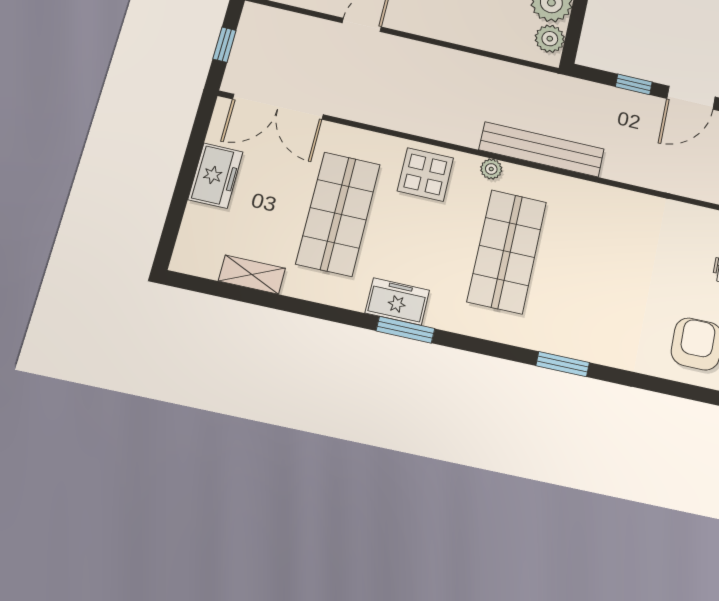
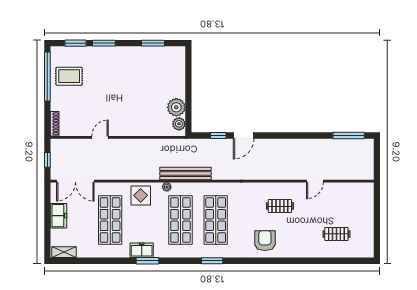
shop shelf: (590, 270) -> (216, 220), added
shelving: (252, 275) -> (64, 252), moved

